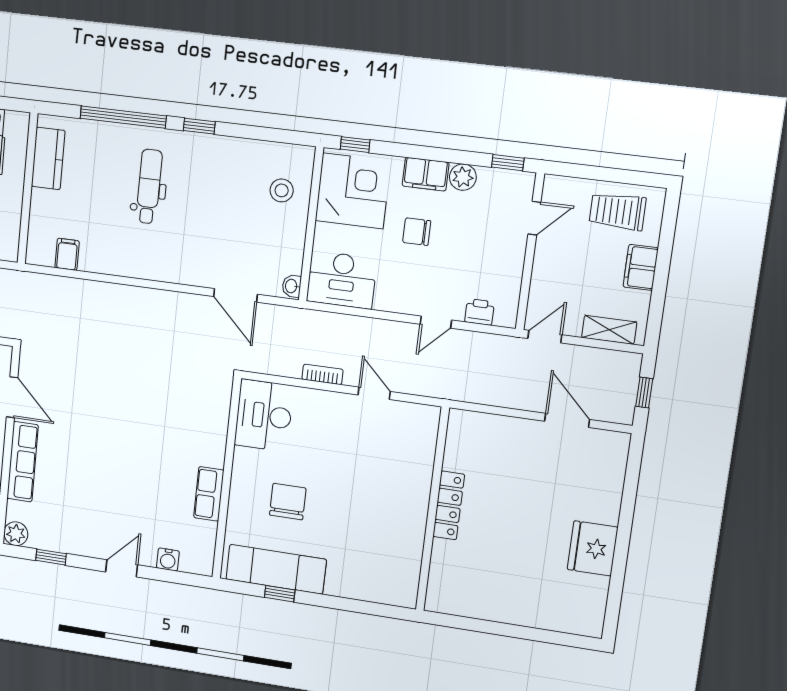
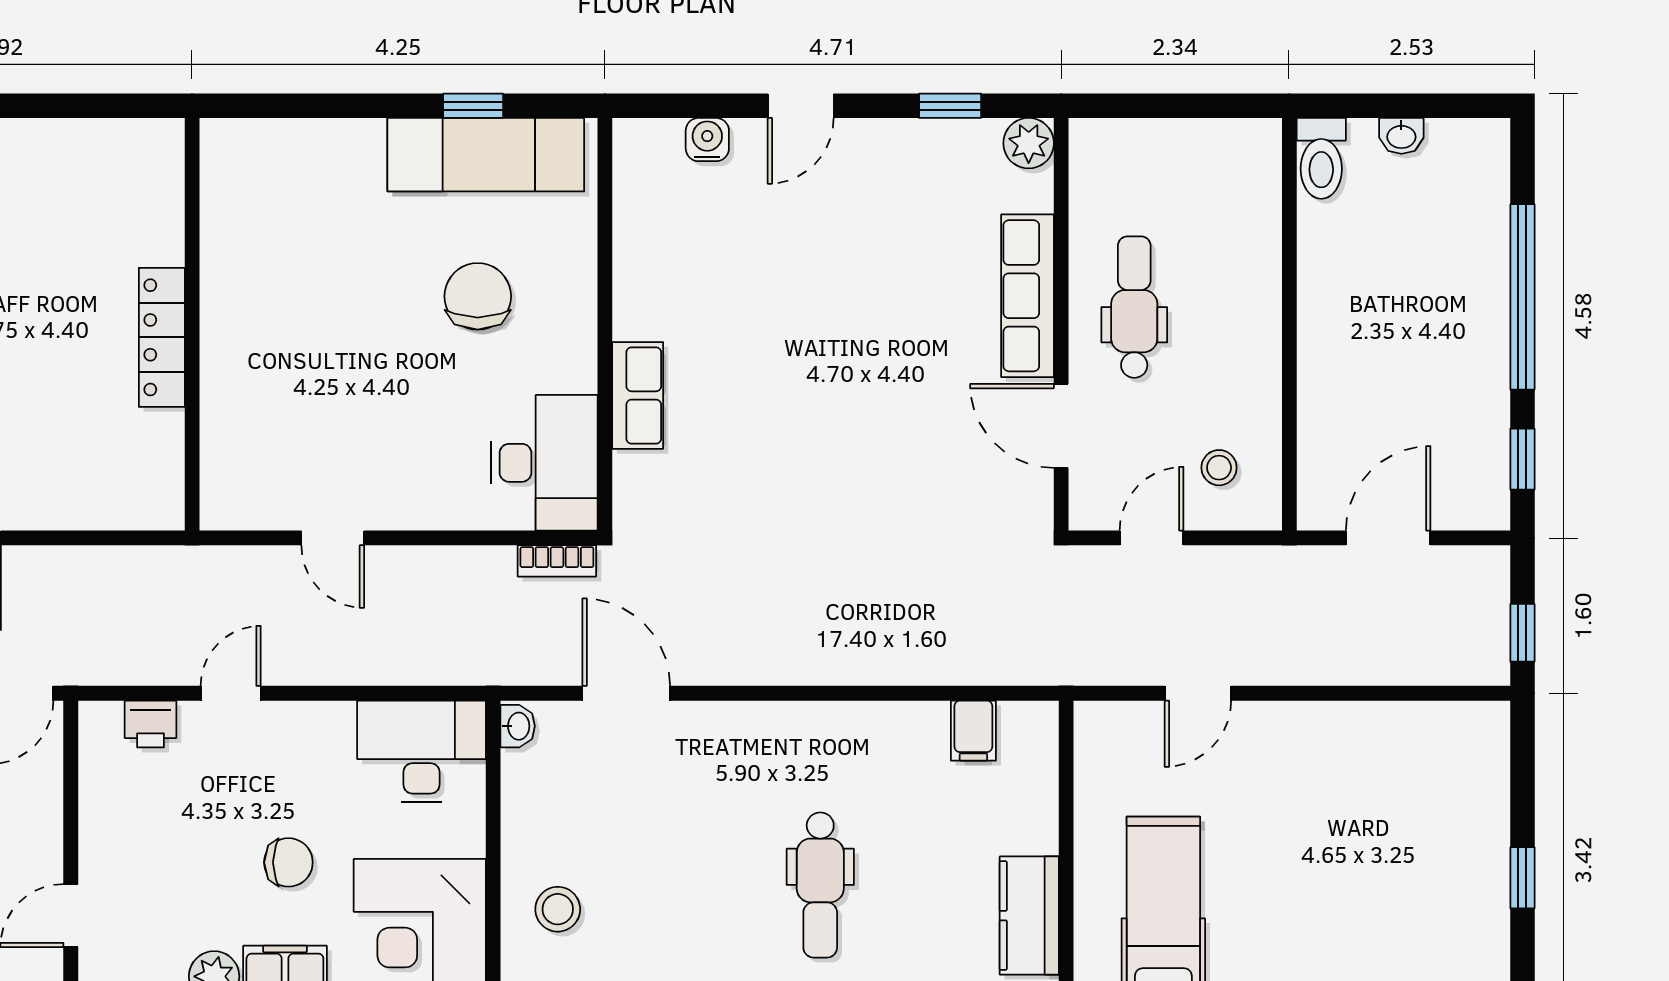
bookcase: (322, 374) -> (557, 561), moved
row of seats: (209, 494) -> (638, 395), moved
chair: (288, 502) -> (478, 296), turned 180

